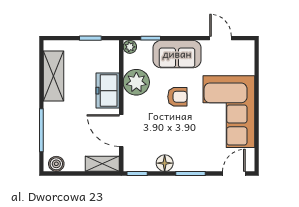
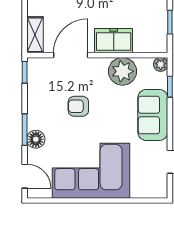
armchair: (177, 97) -> (78, 106), moved, turned 90
floor lamp: (165, 163) -> (36, 139), moved

